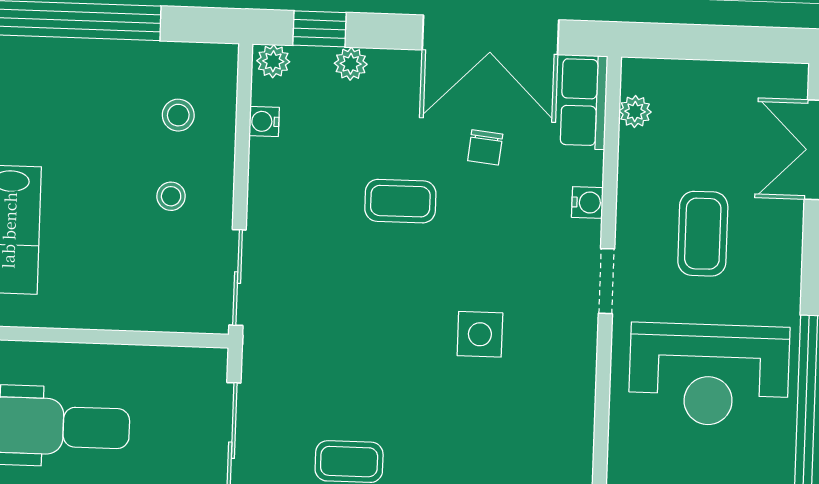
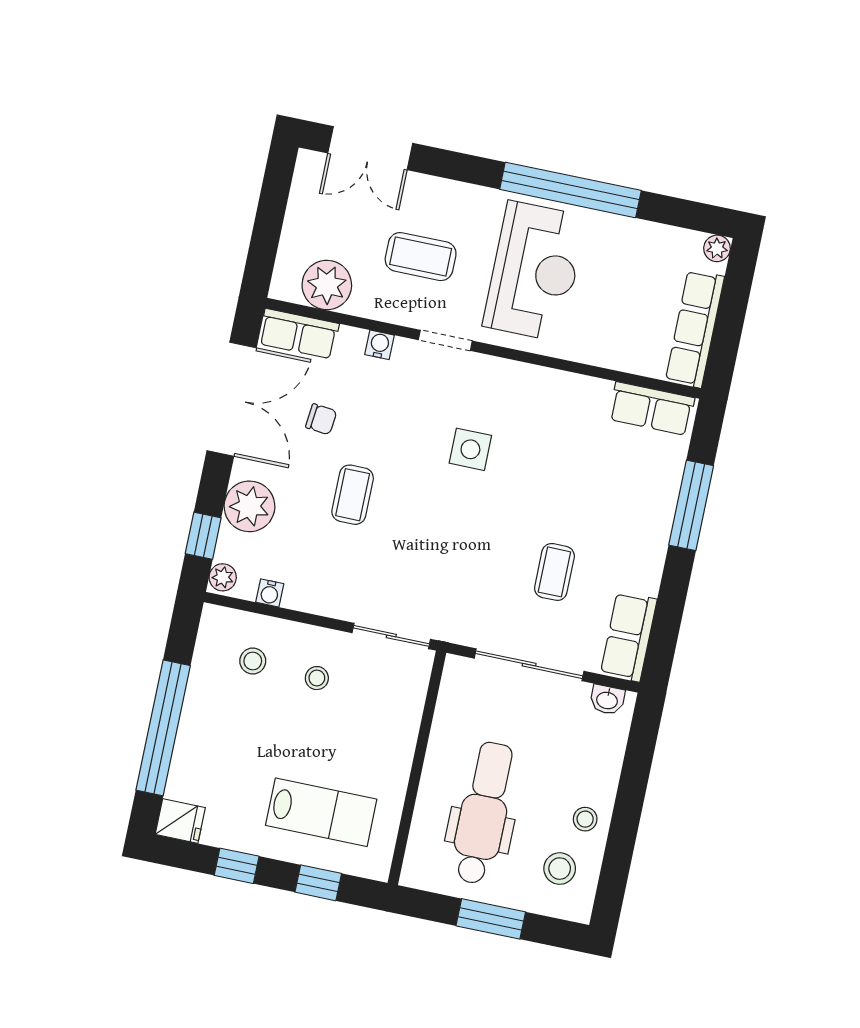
plant: (351, 64) -> (249, 506), width x1.88, depth x1.88
plant: (635, 111) -> (327, 285), width x1.88, depth x1.88

